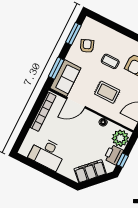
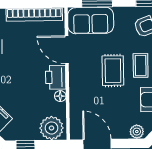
rug: (107, 92) -> (113, 71), moved
printer: (114, 155) -> (56, 77), moved, turned -90

